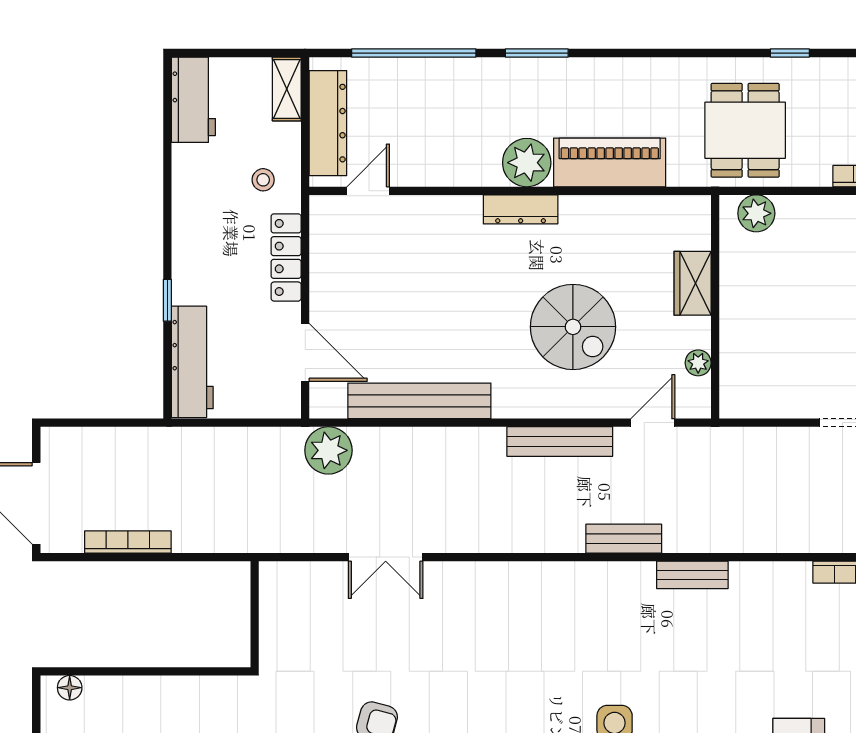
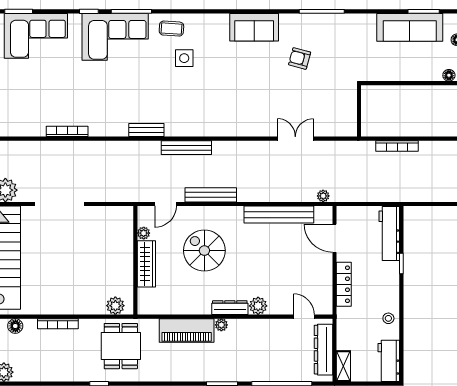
plant: (527, 163) -> (221, 325), width x0.53, depth x0.53
stool: (263, 180) -> (388, 318), moved
door: (368, 191) -> (304, 317), swing flipped
plant: (462, 213) -> (258, 306), added
wardrobe: (693, 283) -> (146, 264), width x1.50
plant: (328, 450) -> (323, 196), width x0.53, depth x0.53
bench: (624, 539) -> (186, 148), width x1.36
bookcase: (128, 542) -> (397, 146), moved

